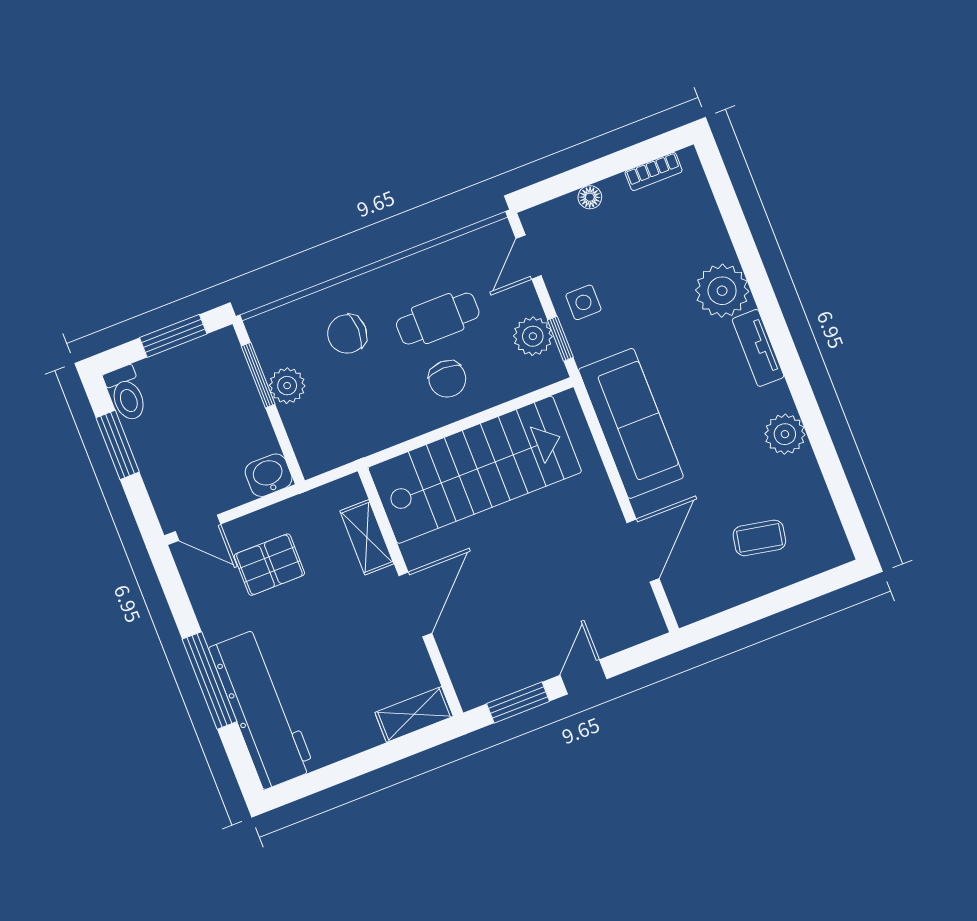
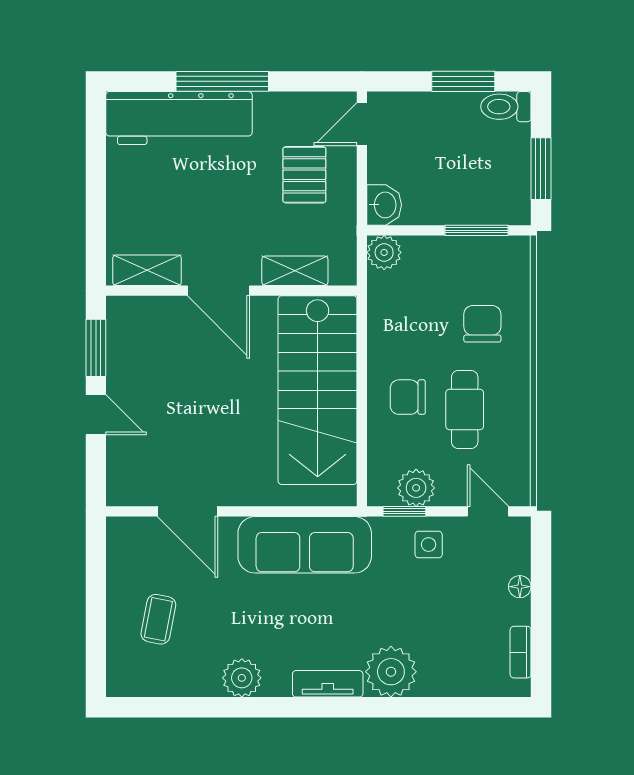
plant: (287, 386) -> (384, 252), moved
shelving: (414, 714) -> (147, 270), moved, turned 90

